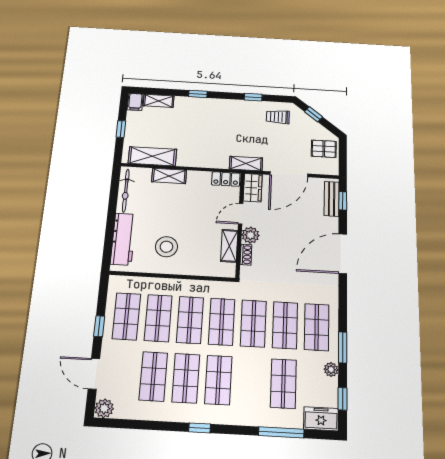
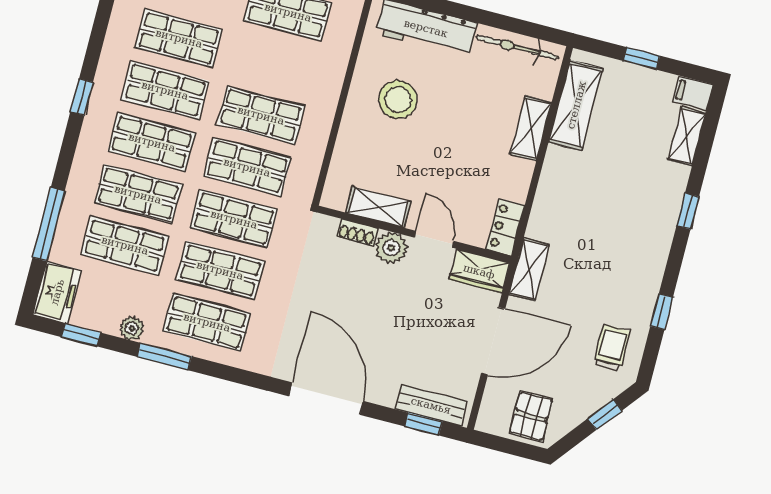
door: (289, 174) -> (493, 341), swing flipped
shop shelf: (158, 318) -> (138, 194), moved

